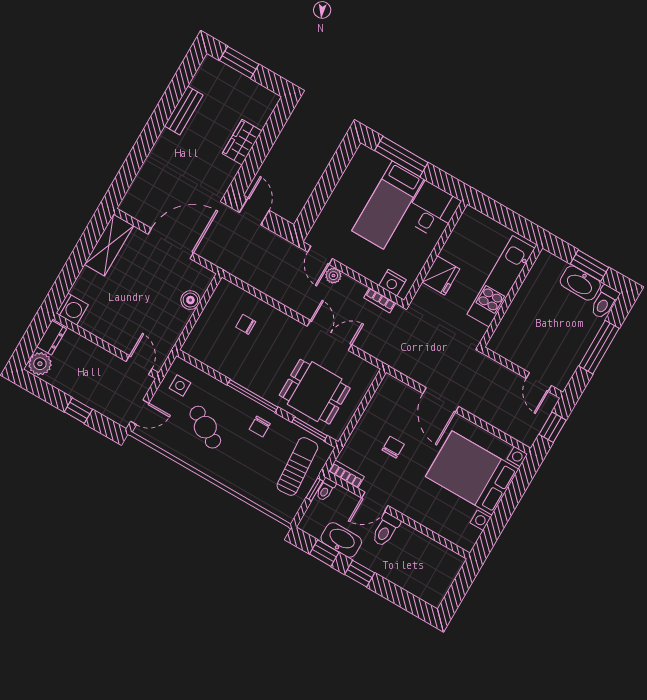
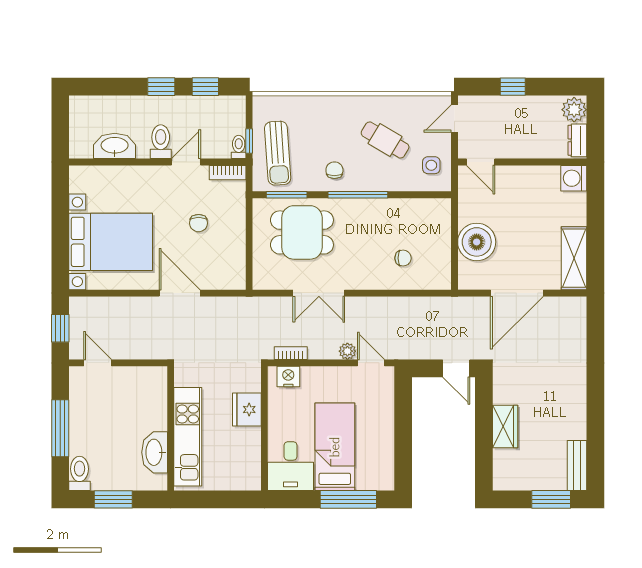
bench: (184, 110) -> (577, 466), moved
washbasin: (580, 283) -> (155, 452), moved, turned -90
boiler: (190, 300) -> (477, 242), width x1.86, depth x1.86
washbasin: (341, 540) -> (115, 146), moved, turned 180

